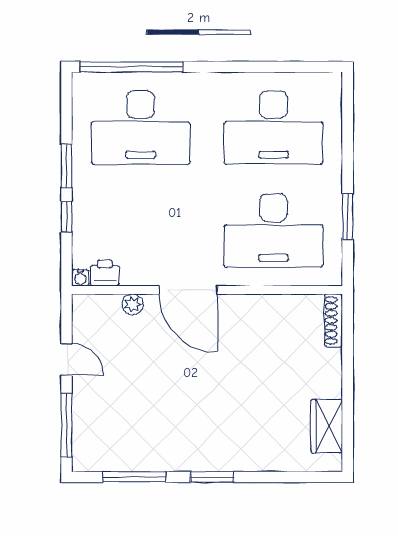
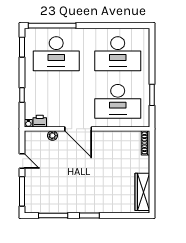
window: (66, 166) -> (22, 47), moved
wardrobe: (327, 426) -> (142, 192), width x1.50

